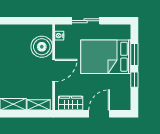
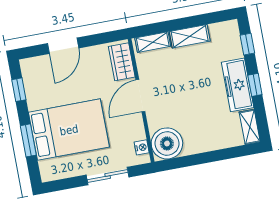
boiler: (42, 47) -> (167, 143), moved
window: (134, 80) -> (19, 90), moved
wardrobe: (71, 103) -> (122, 62), moved, turned 90

